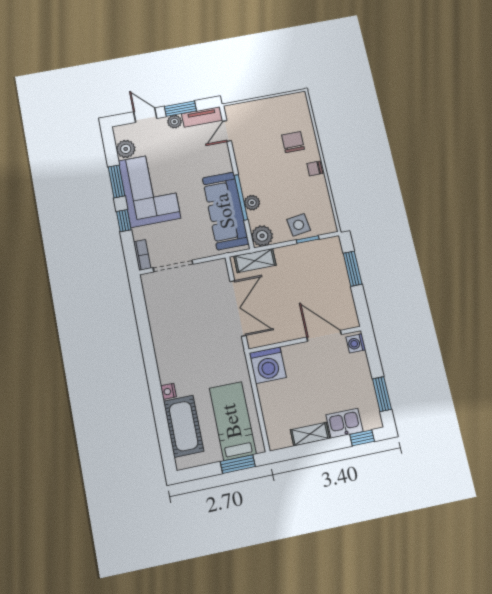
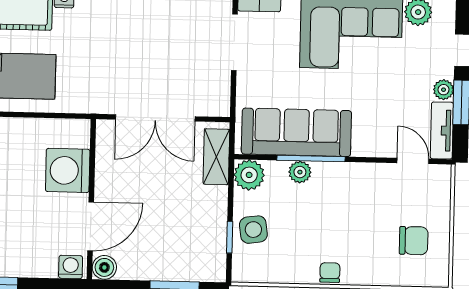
chair: (293, 142) -> (414, 241), moved
boiler: (350, 320) -> (104, 267), added
washing machine: (268, 365) -> (68, 170), moved

